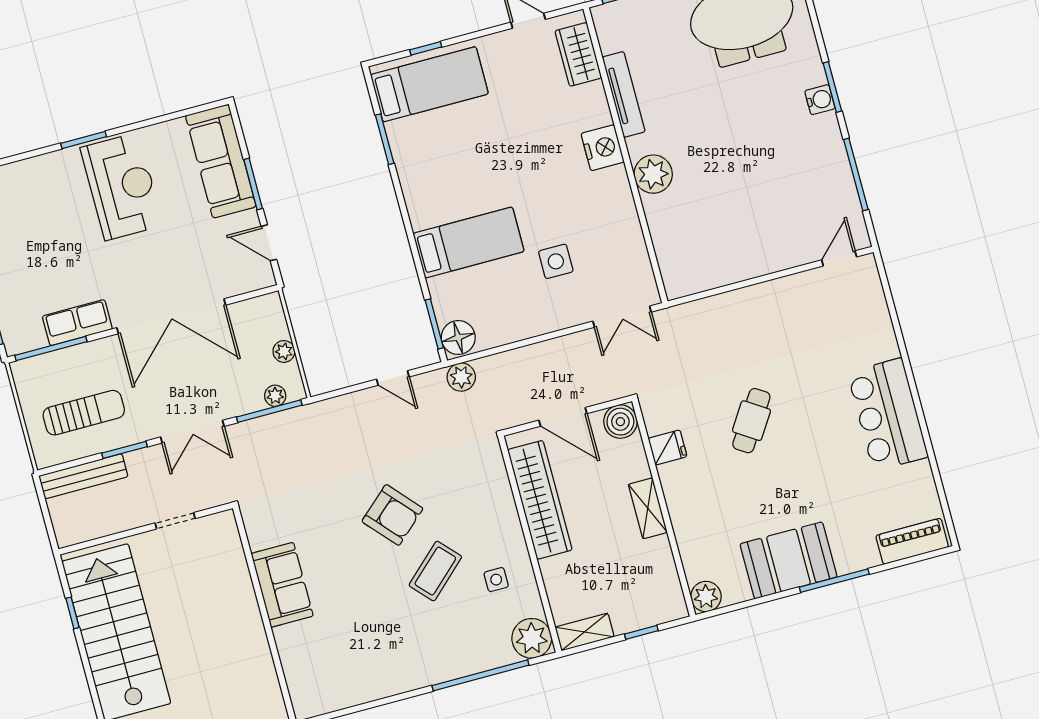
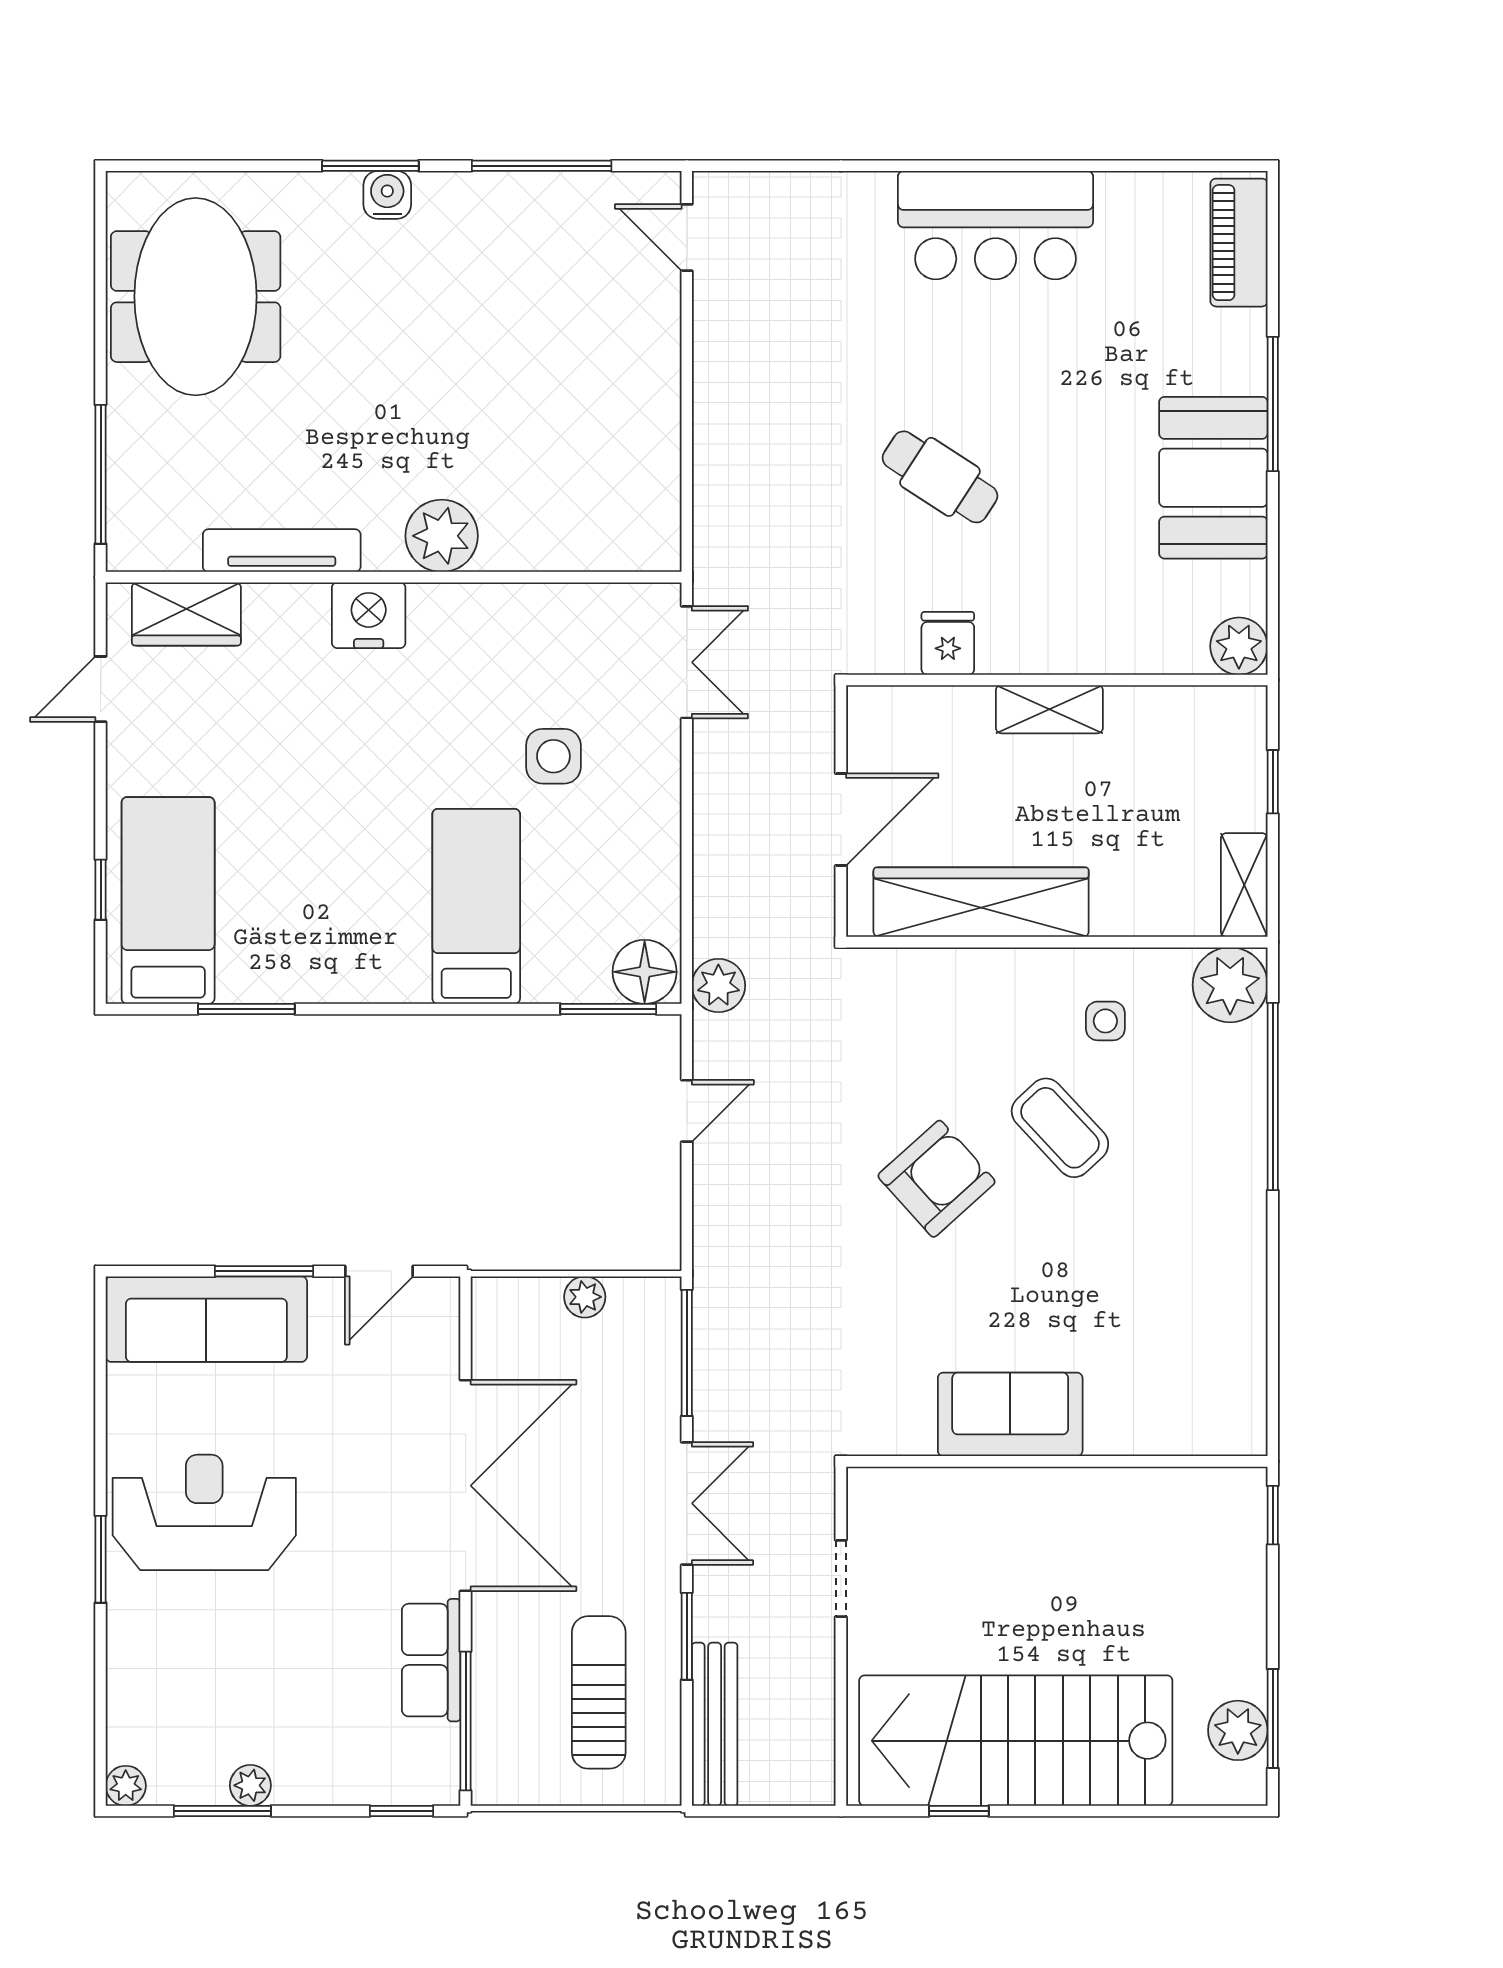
plant: (275, 396) -> (661, 1335), removed
boiler: (620, 422) -> (878, 717), removed

